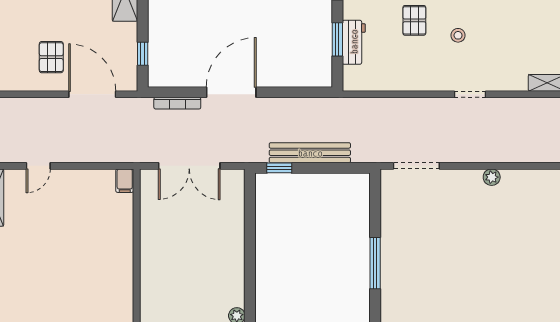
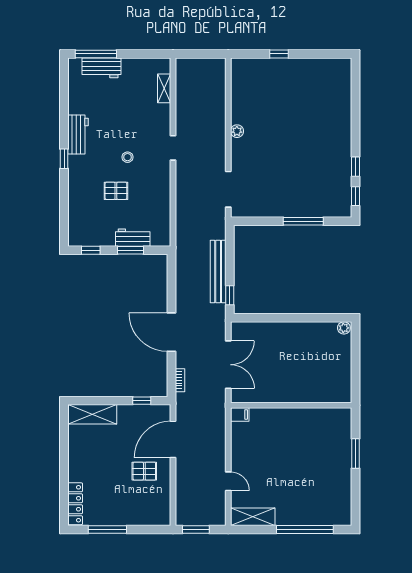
bookcase: (177, 103) -> (180, 380), width x0.64

